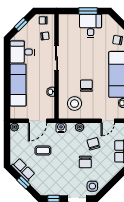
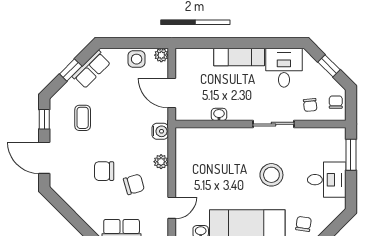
window: (88, 11) -> (351, 155), moved
exam couch: (18, 85) -> (239, 57), width x0.73, depth x0.69
chair: (86, 86) -> (229, 173), removed
stool: (75, 104) -> (271, 175), moved
door: (108, 121) -> (172, 208), swing flipped
coffee table: (43, 151) -> (83, 118), moved
side table: (92, 186) -> (137, 59), moved

